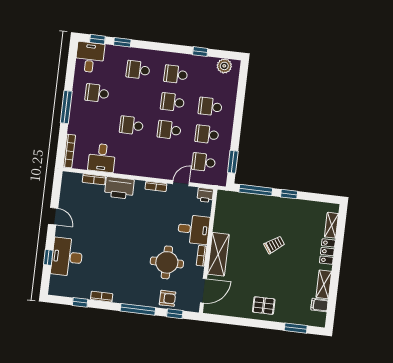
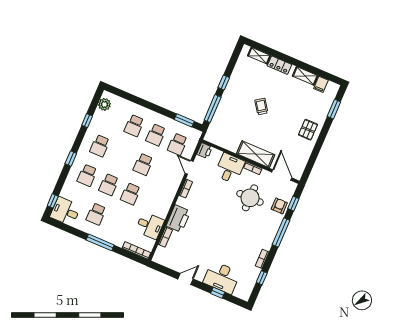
window: (122, 42) -> (71, 159), moved
school desk: (172, 102) -> (109, 185), moved

